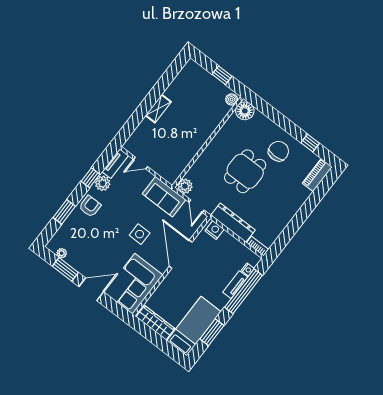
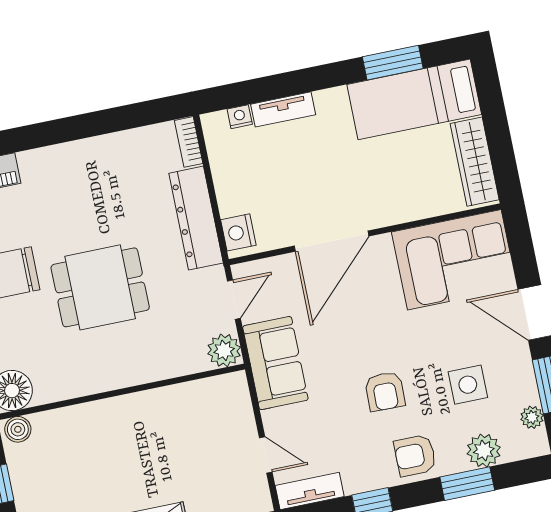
plant: (103, 183) -> (484, 451), moved
armchair: (119, 219) -> (385, 391), added
side table: (140, 234) -> (468, 385), moved
window: (243, 291) -> (279, 86), removed

